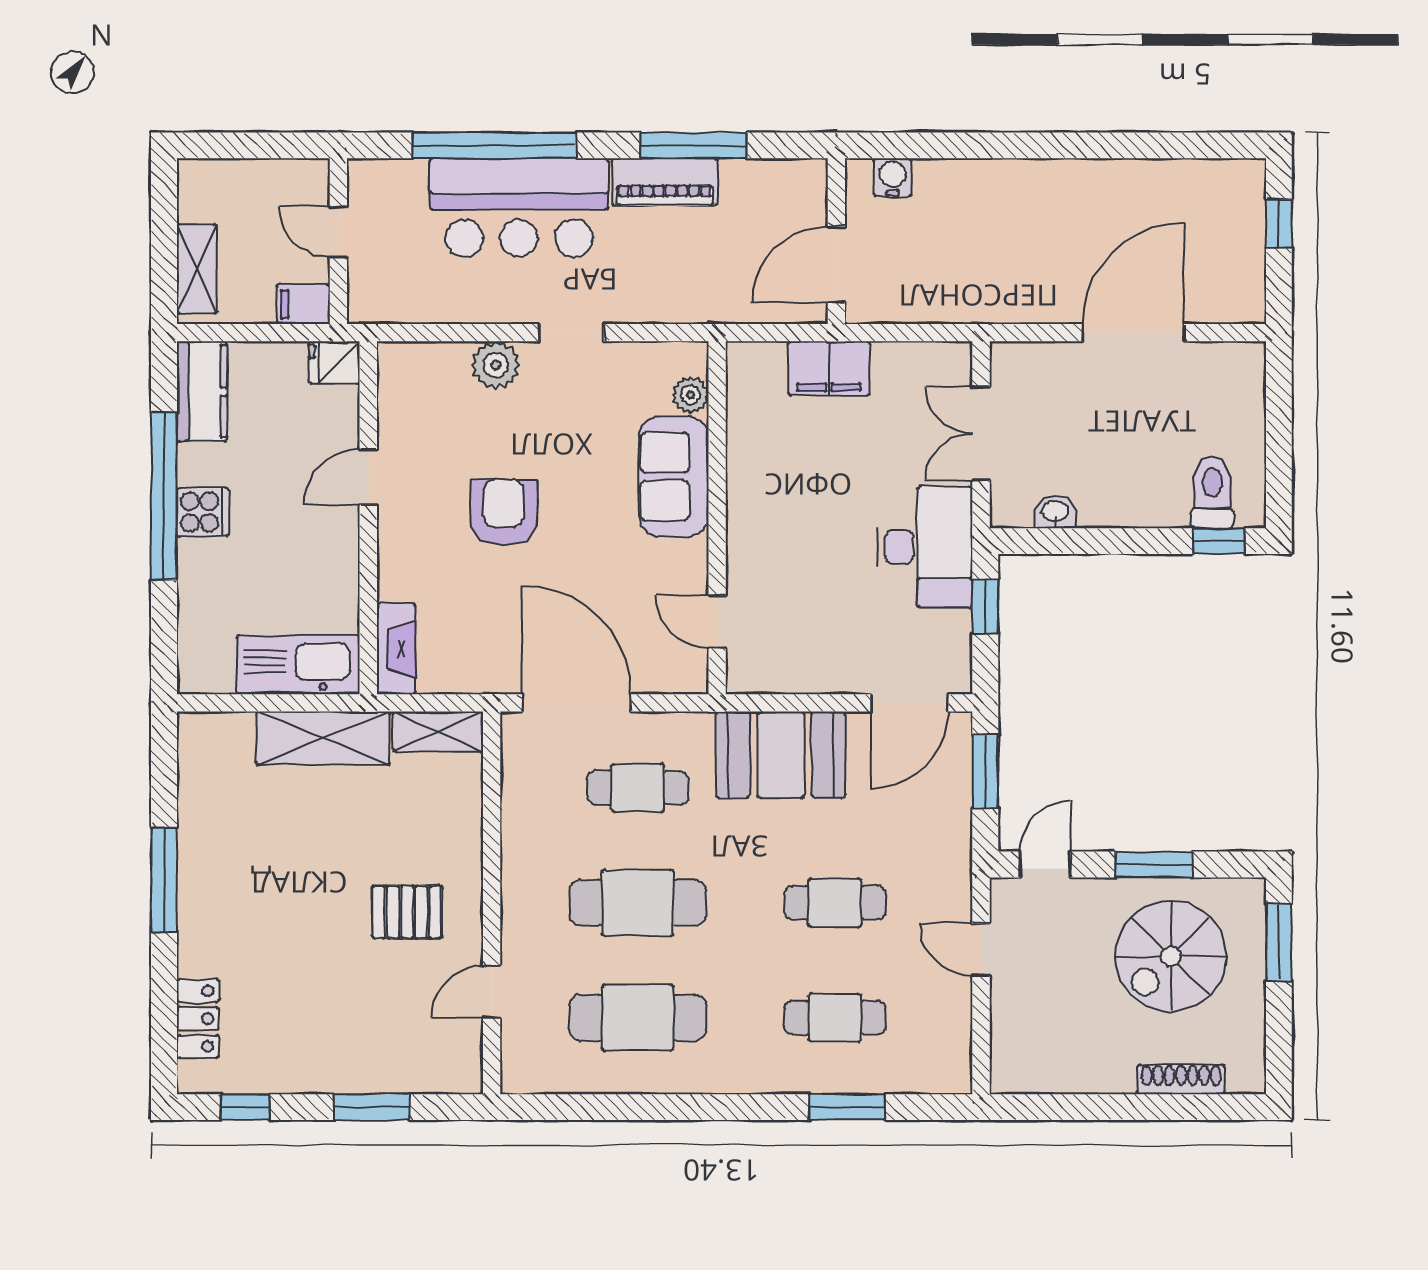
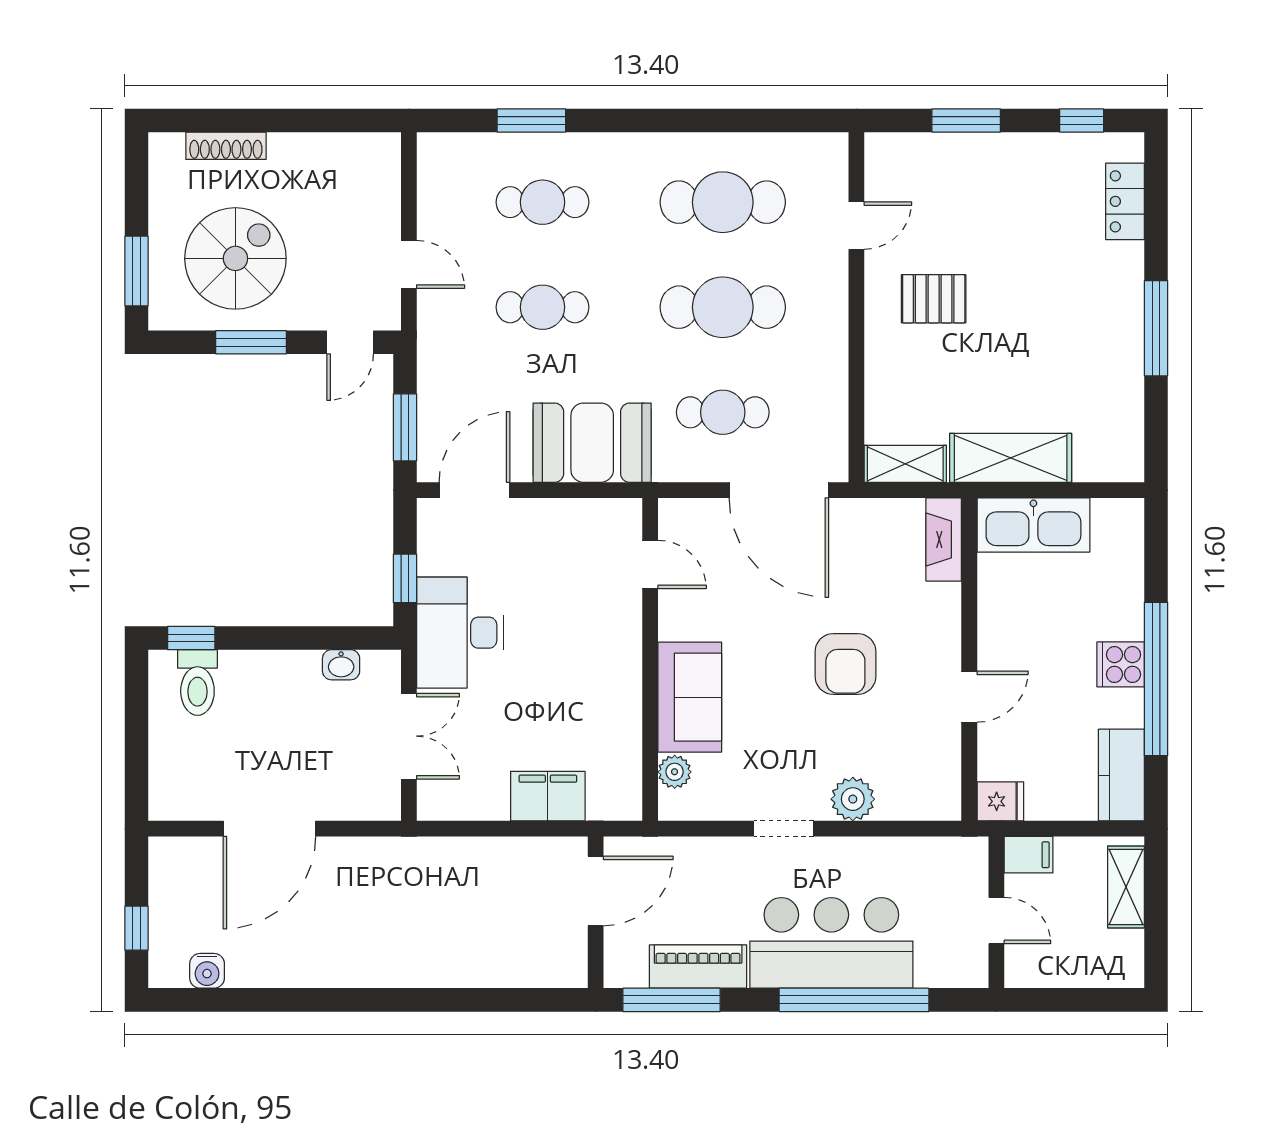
water cooler: (893, 177) -> (207, 971), moved
wall: (836, 241) -> (596, 912), moved
door: (836, 264) -> (596, 891), moved

